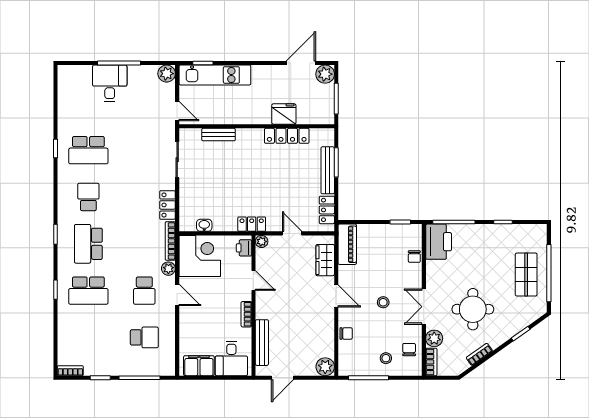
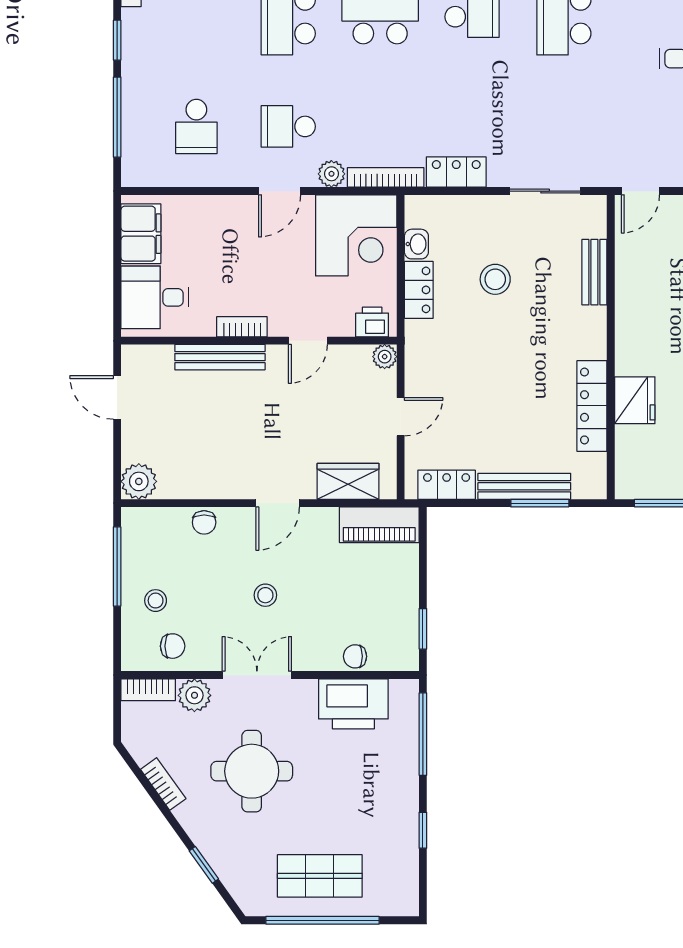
stool: (222, 185) -> (495, 279), added
locker: (252, 224) -> (419, 290), moved
printer: (439, 242) -> (353, 704), moved
bench: (262, 343) -> (220, 357), moved

